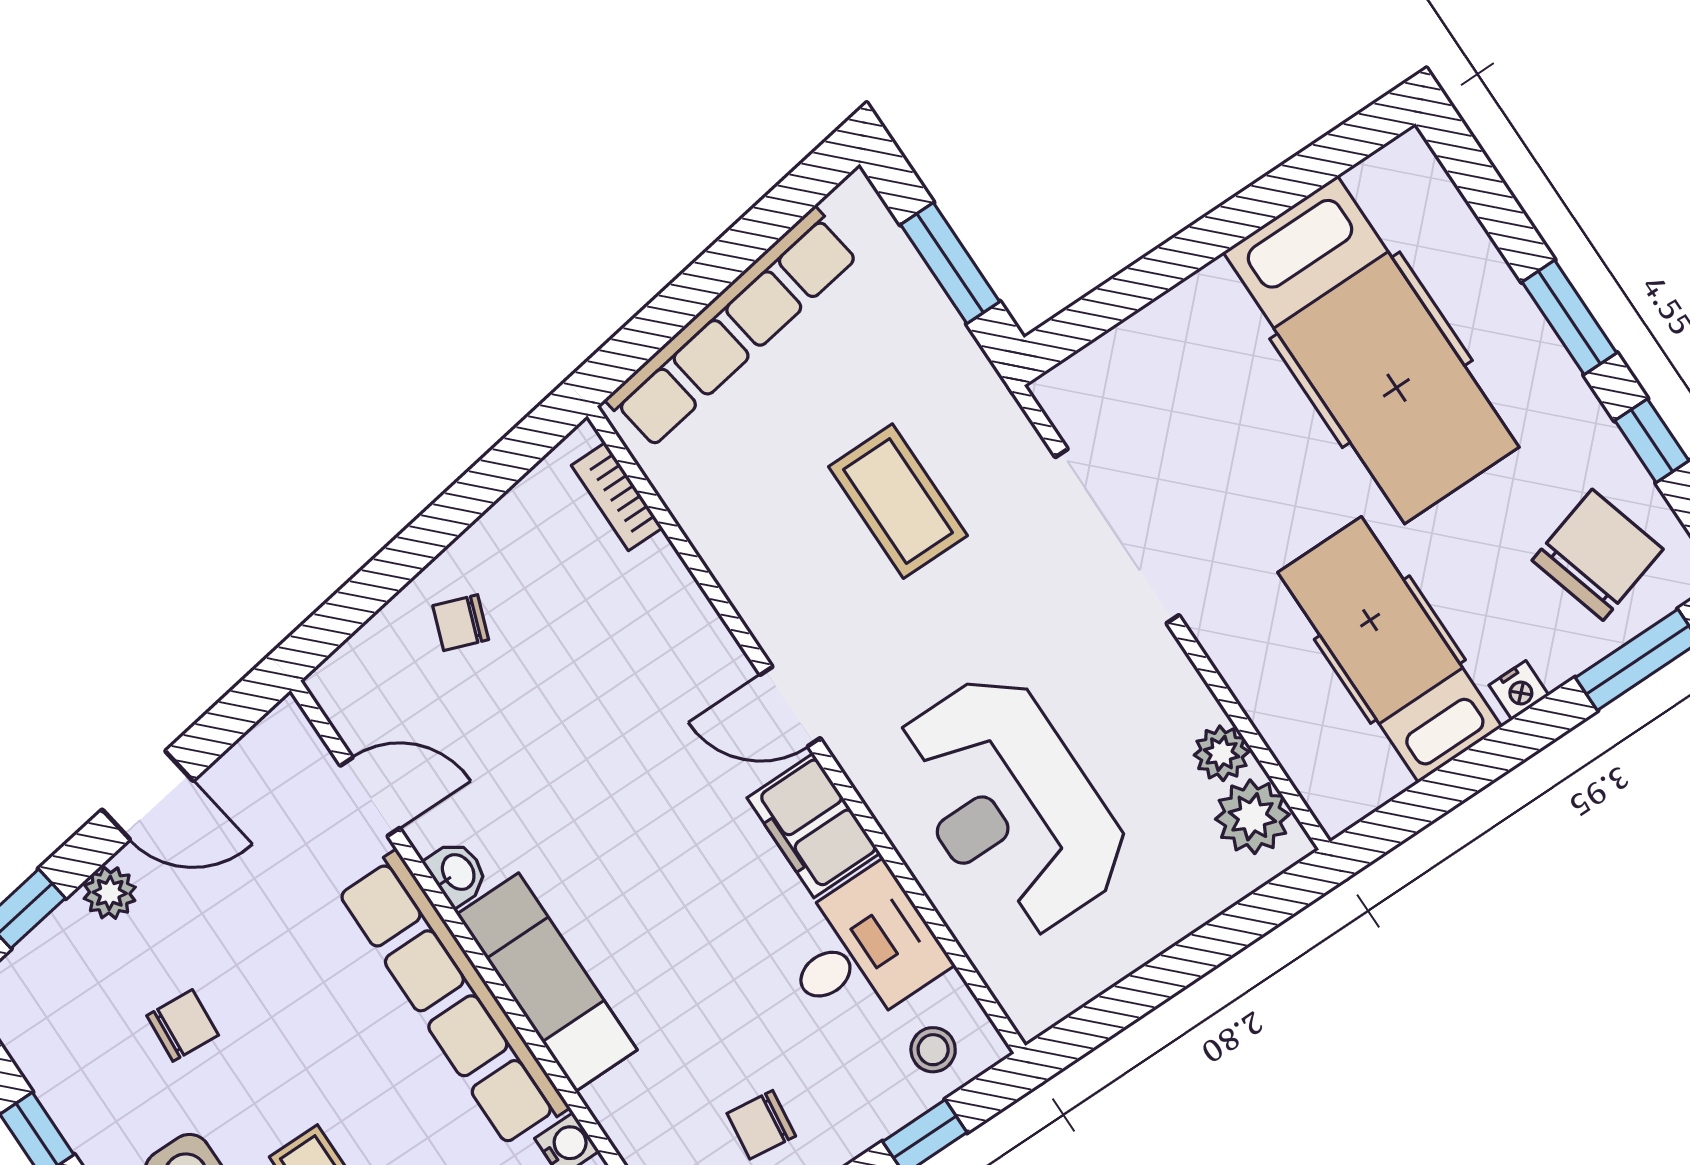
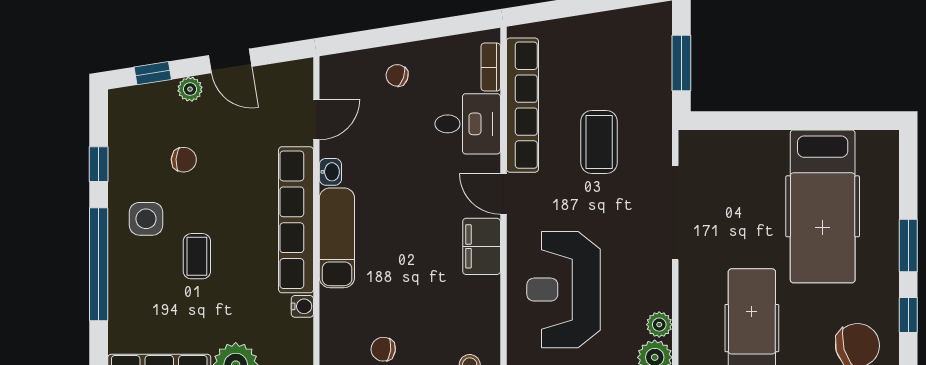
row of seats: (732, 327) -> (522, 105), moved, turned -81
door: (370, 797) -> (316, 120), hinge flipped
desk: (861, 950) -> (468, 124), moved

